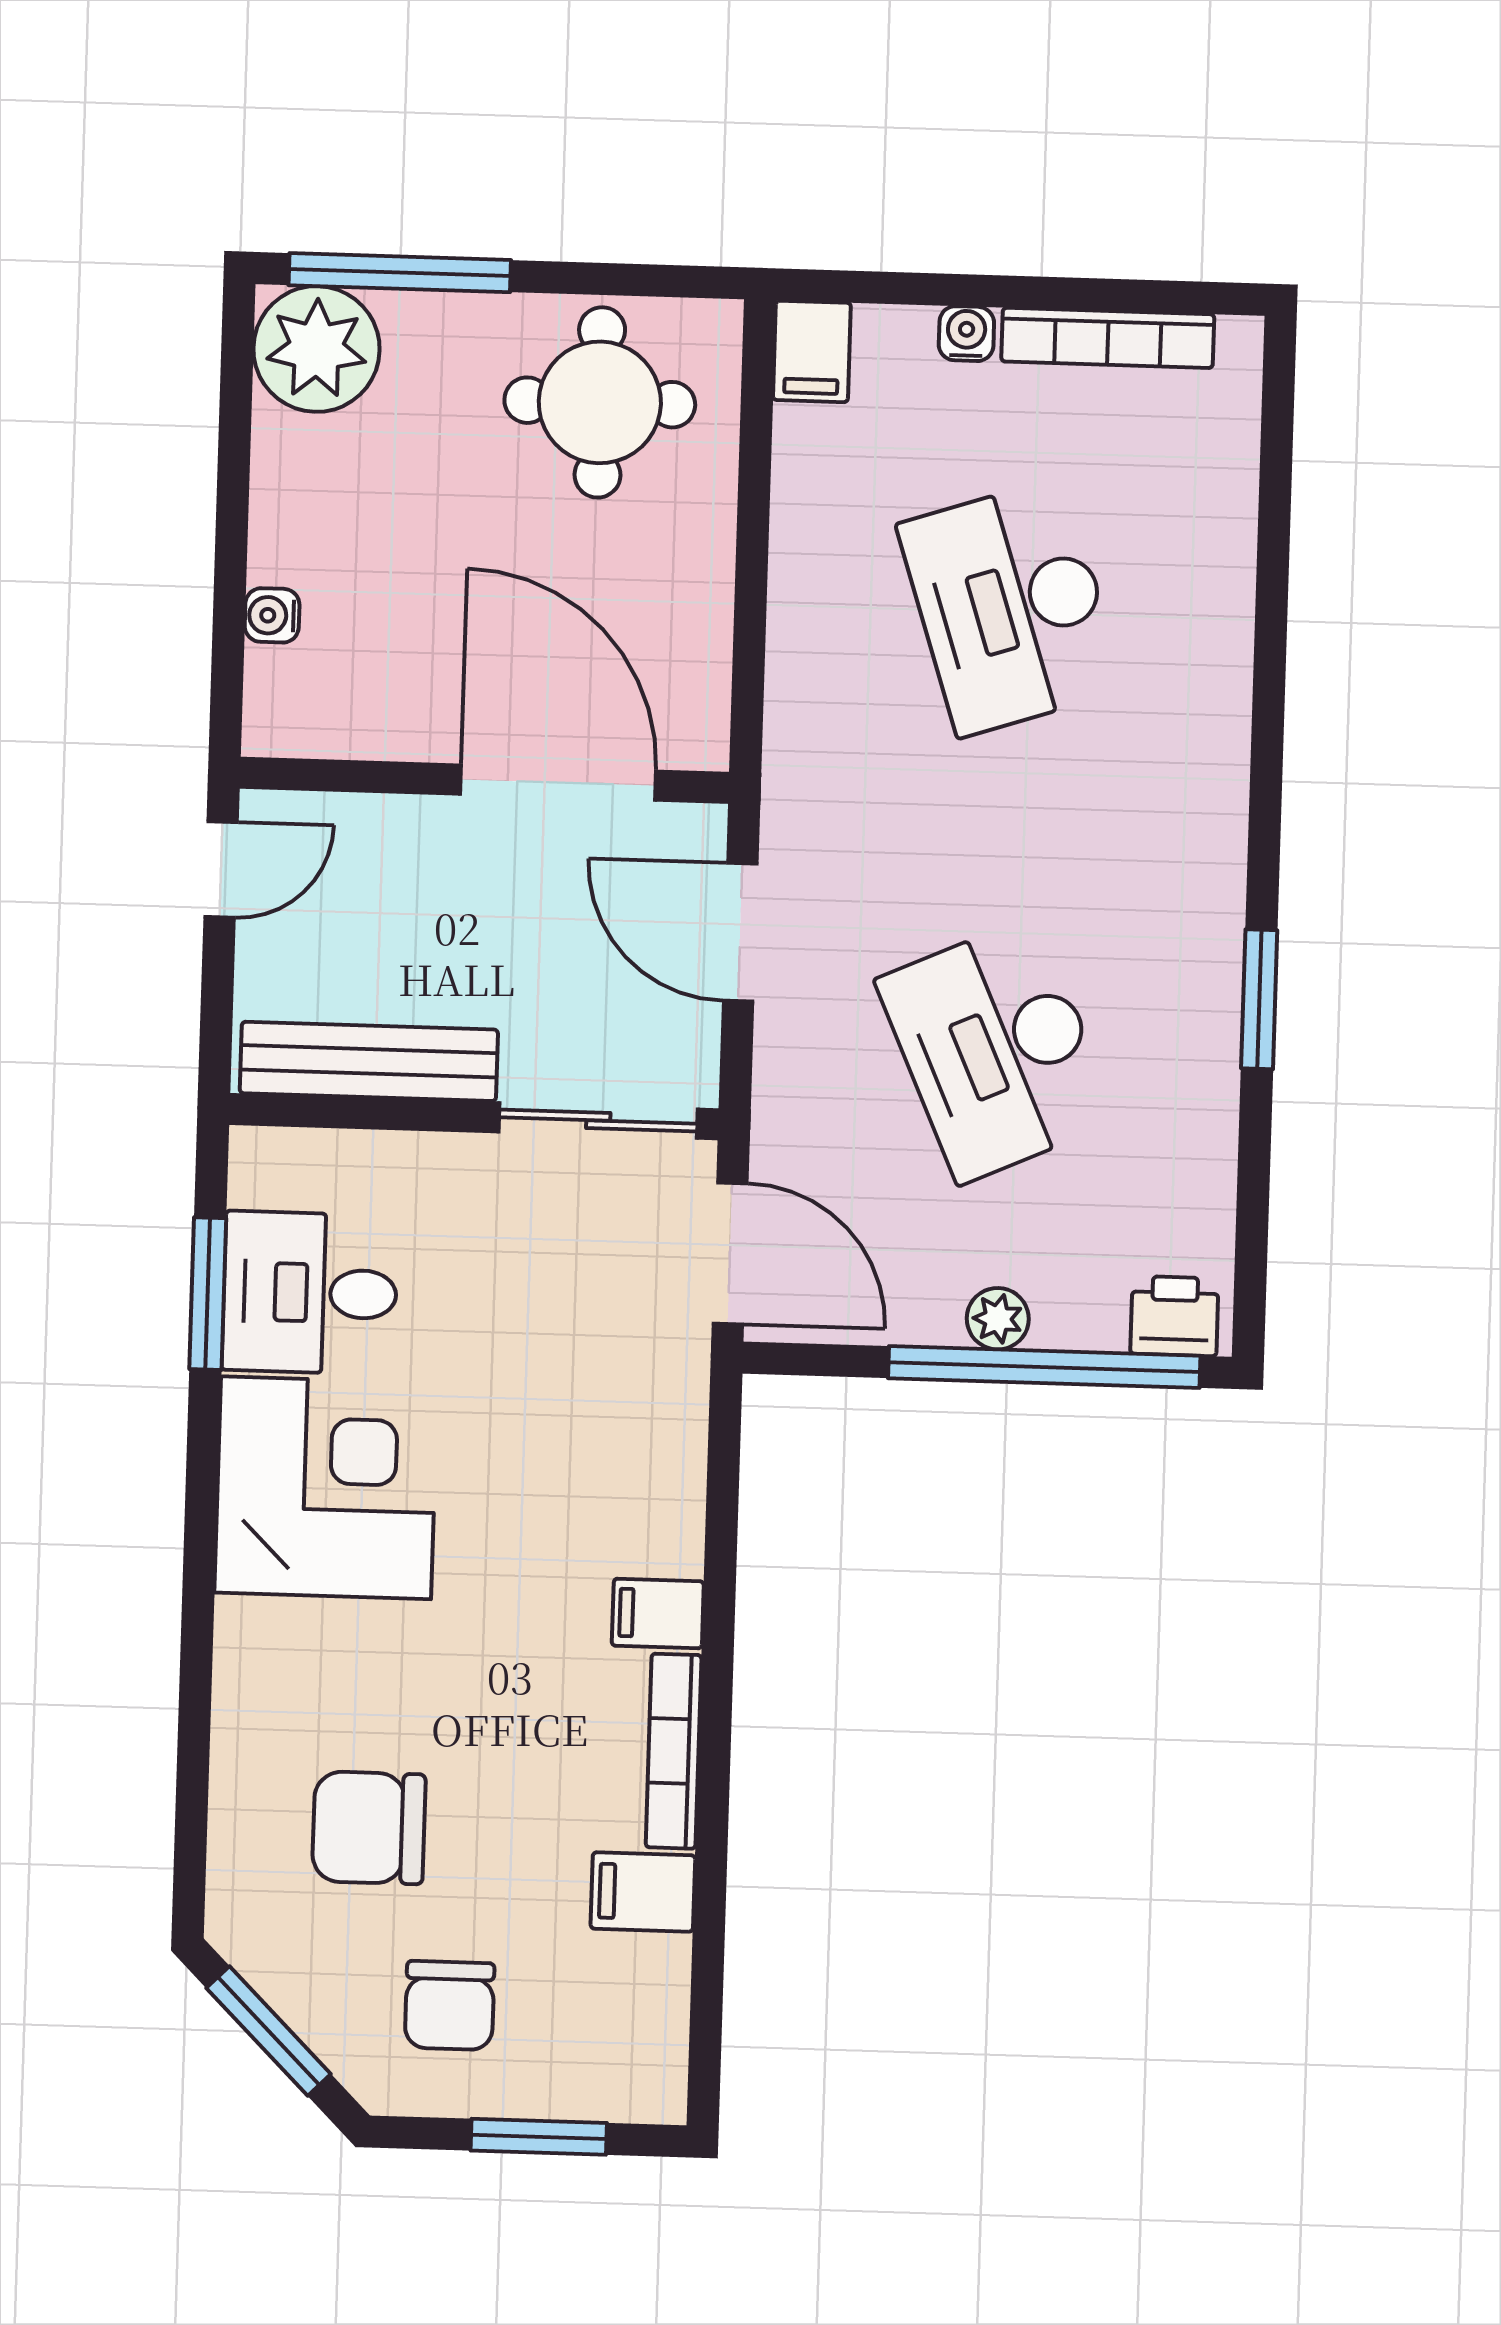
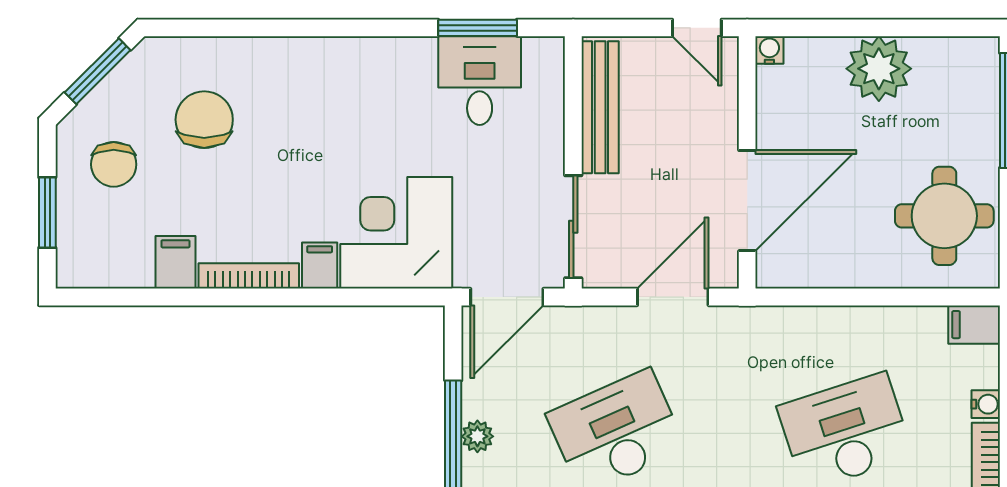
plant: (316, 349) -> (879, 69), moved
water cooler: (272, 615) -> (769, 50), moved
corner desk: (326, 1488) -> (396, 233), moved, turned 180
chair: (450, 2005) -> (114, 164), turned -90

